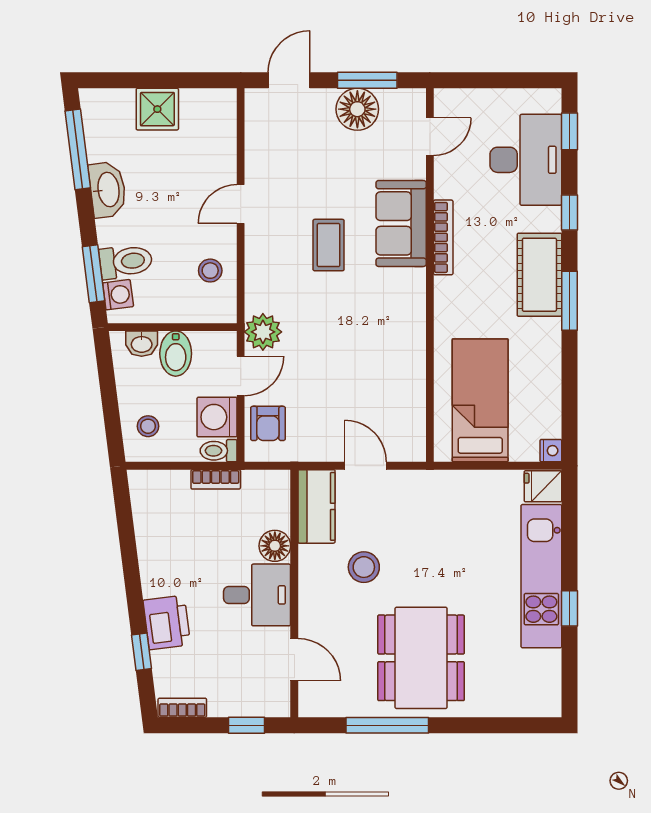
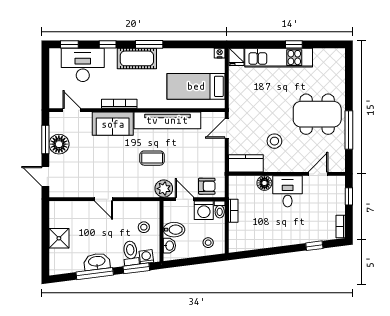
window: (78, 149) -> (95, 274), moved
coffee table: (329, 245) -> (152, 158), moved
stool: (210, 271) -> (144, 227), moved
tv unit: (408, 340) -> (167, 120), added
door: (365, 466) -> (227, 128), moved
printer: (167, 623) -> (301, 234), removed

